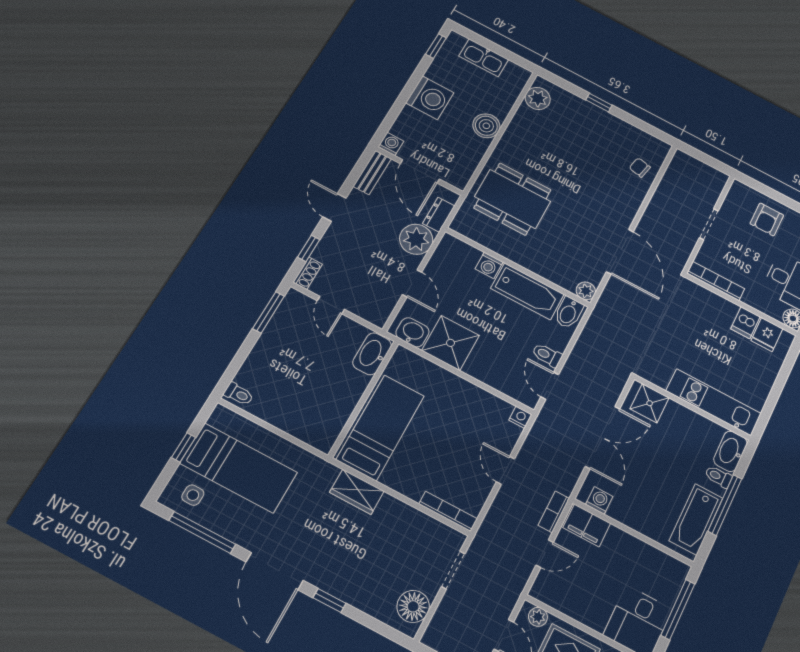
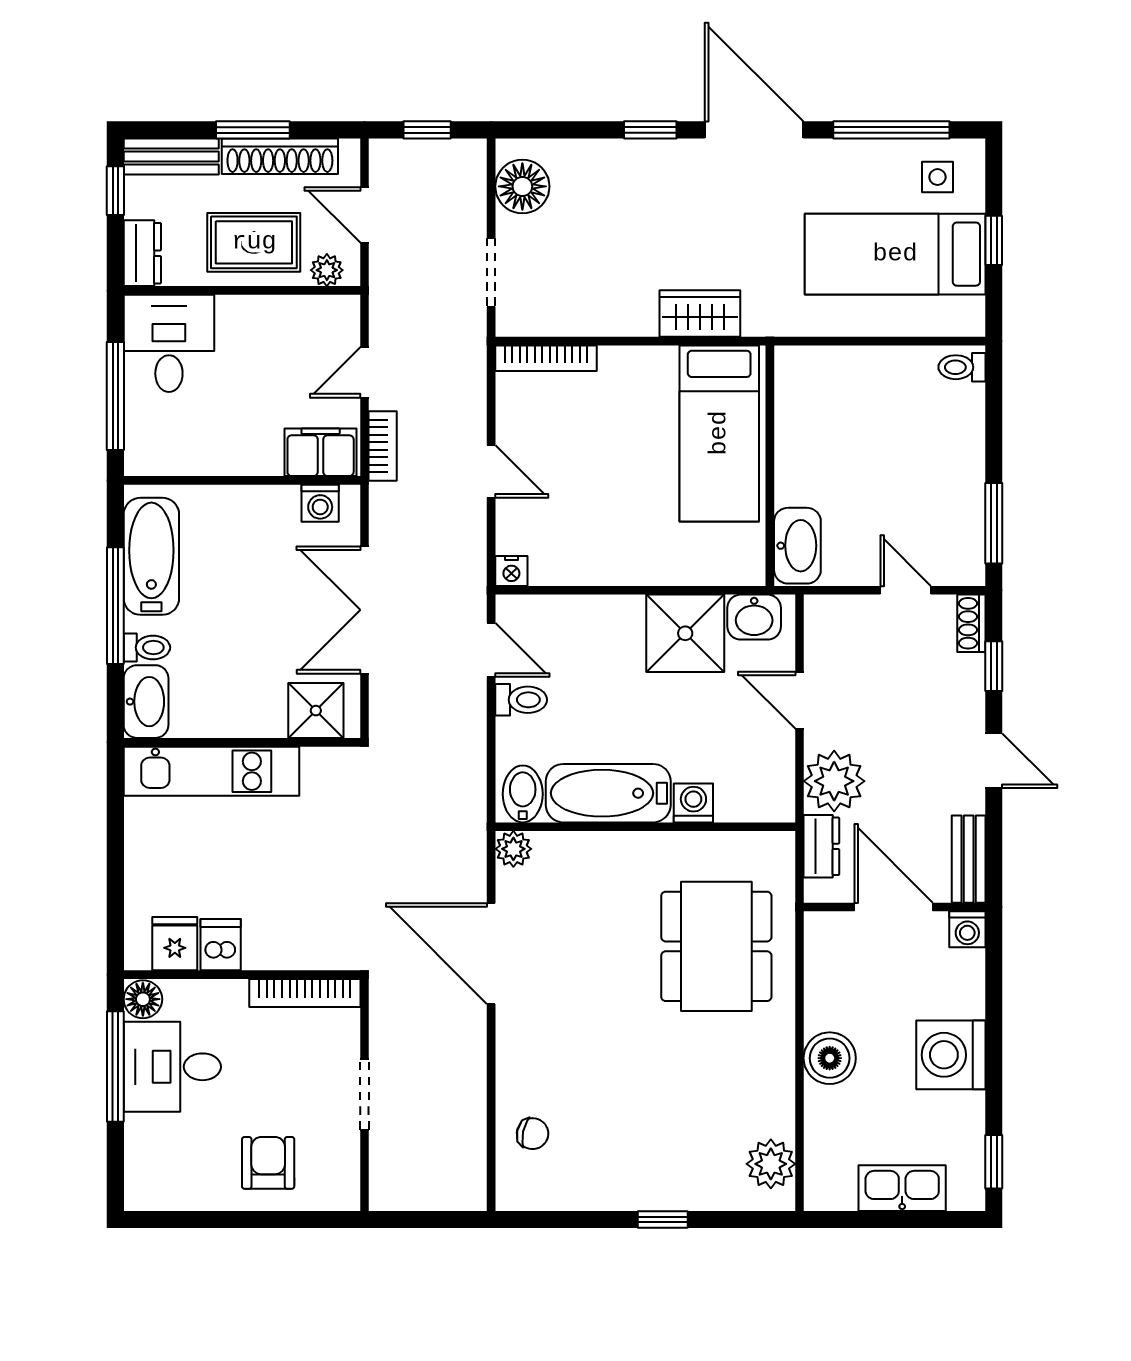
dining table: (513, 199) -> (716, 946), turned 90

